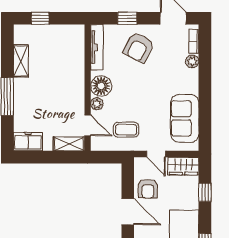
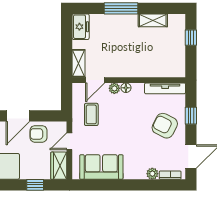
floor lamp: (101, 86) -> (126, 88), width x0.53, depth x0.53

